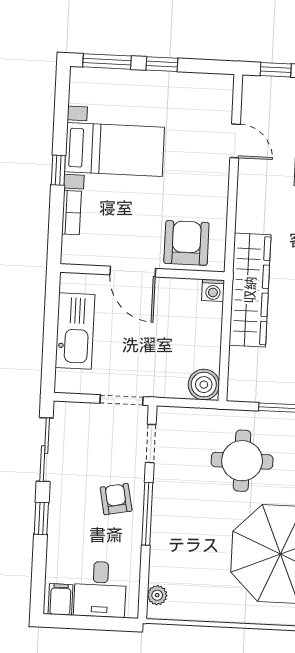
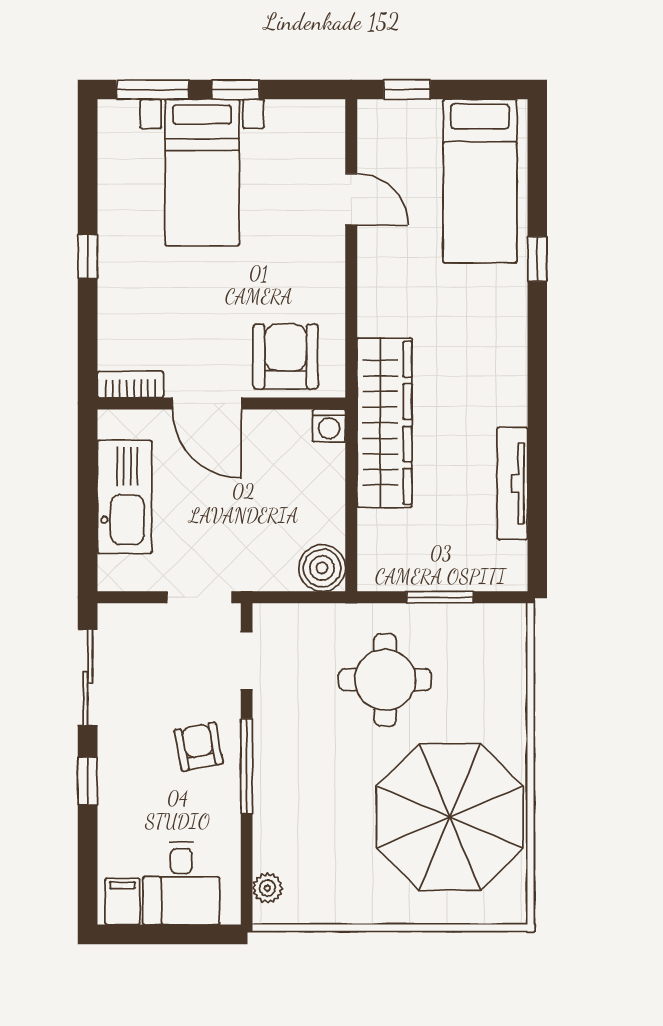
bed with nightstands: (115, 149) -> (202, 173), moved, turned 90
bookcase: (72, 213) -> (130, 384), moved, turned -90

